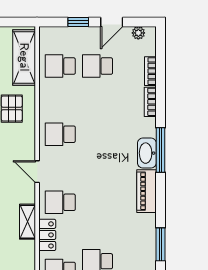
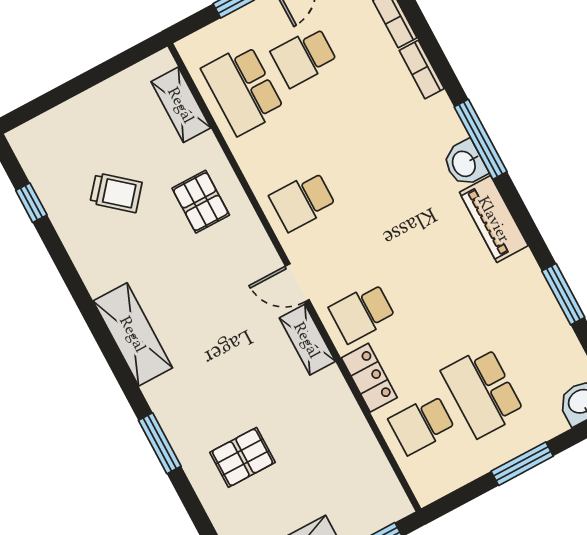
shelving: (24, 57) -> (181, 105), width x0.67, depth x0.75
school desk: (60, 66) -> (243, 90), width x1.85
washbasin: (147, 153) -> (465, 163), width x0.72
shelving: (27, 222) -> (307, 340), moved

